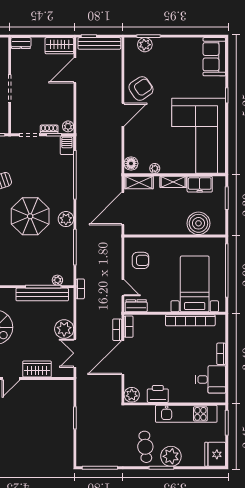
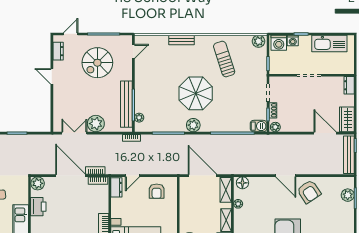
wardrobe: (37, 369) -> (60, 100), removed

